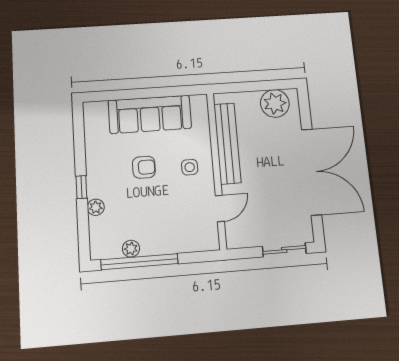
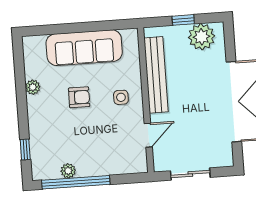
window: (255, 86) -> (183, 20), added
window: (81, 187) -> (25, 149), moved
plant: (96, 207) -> (33, 87), moved
sliding door: (284, 250) -> (190, 174), moved

